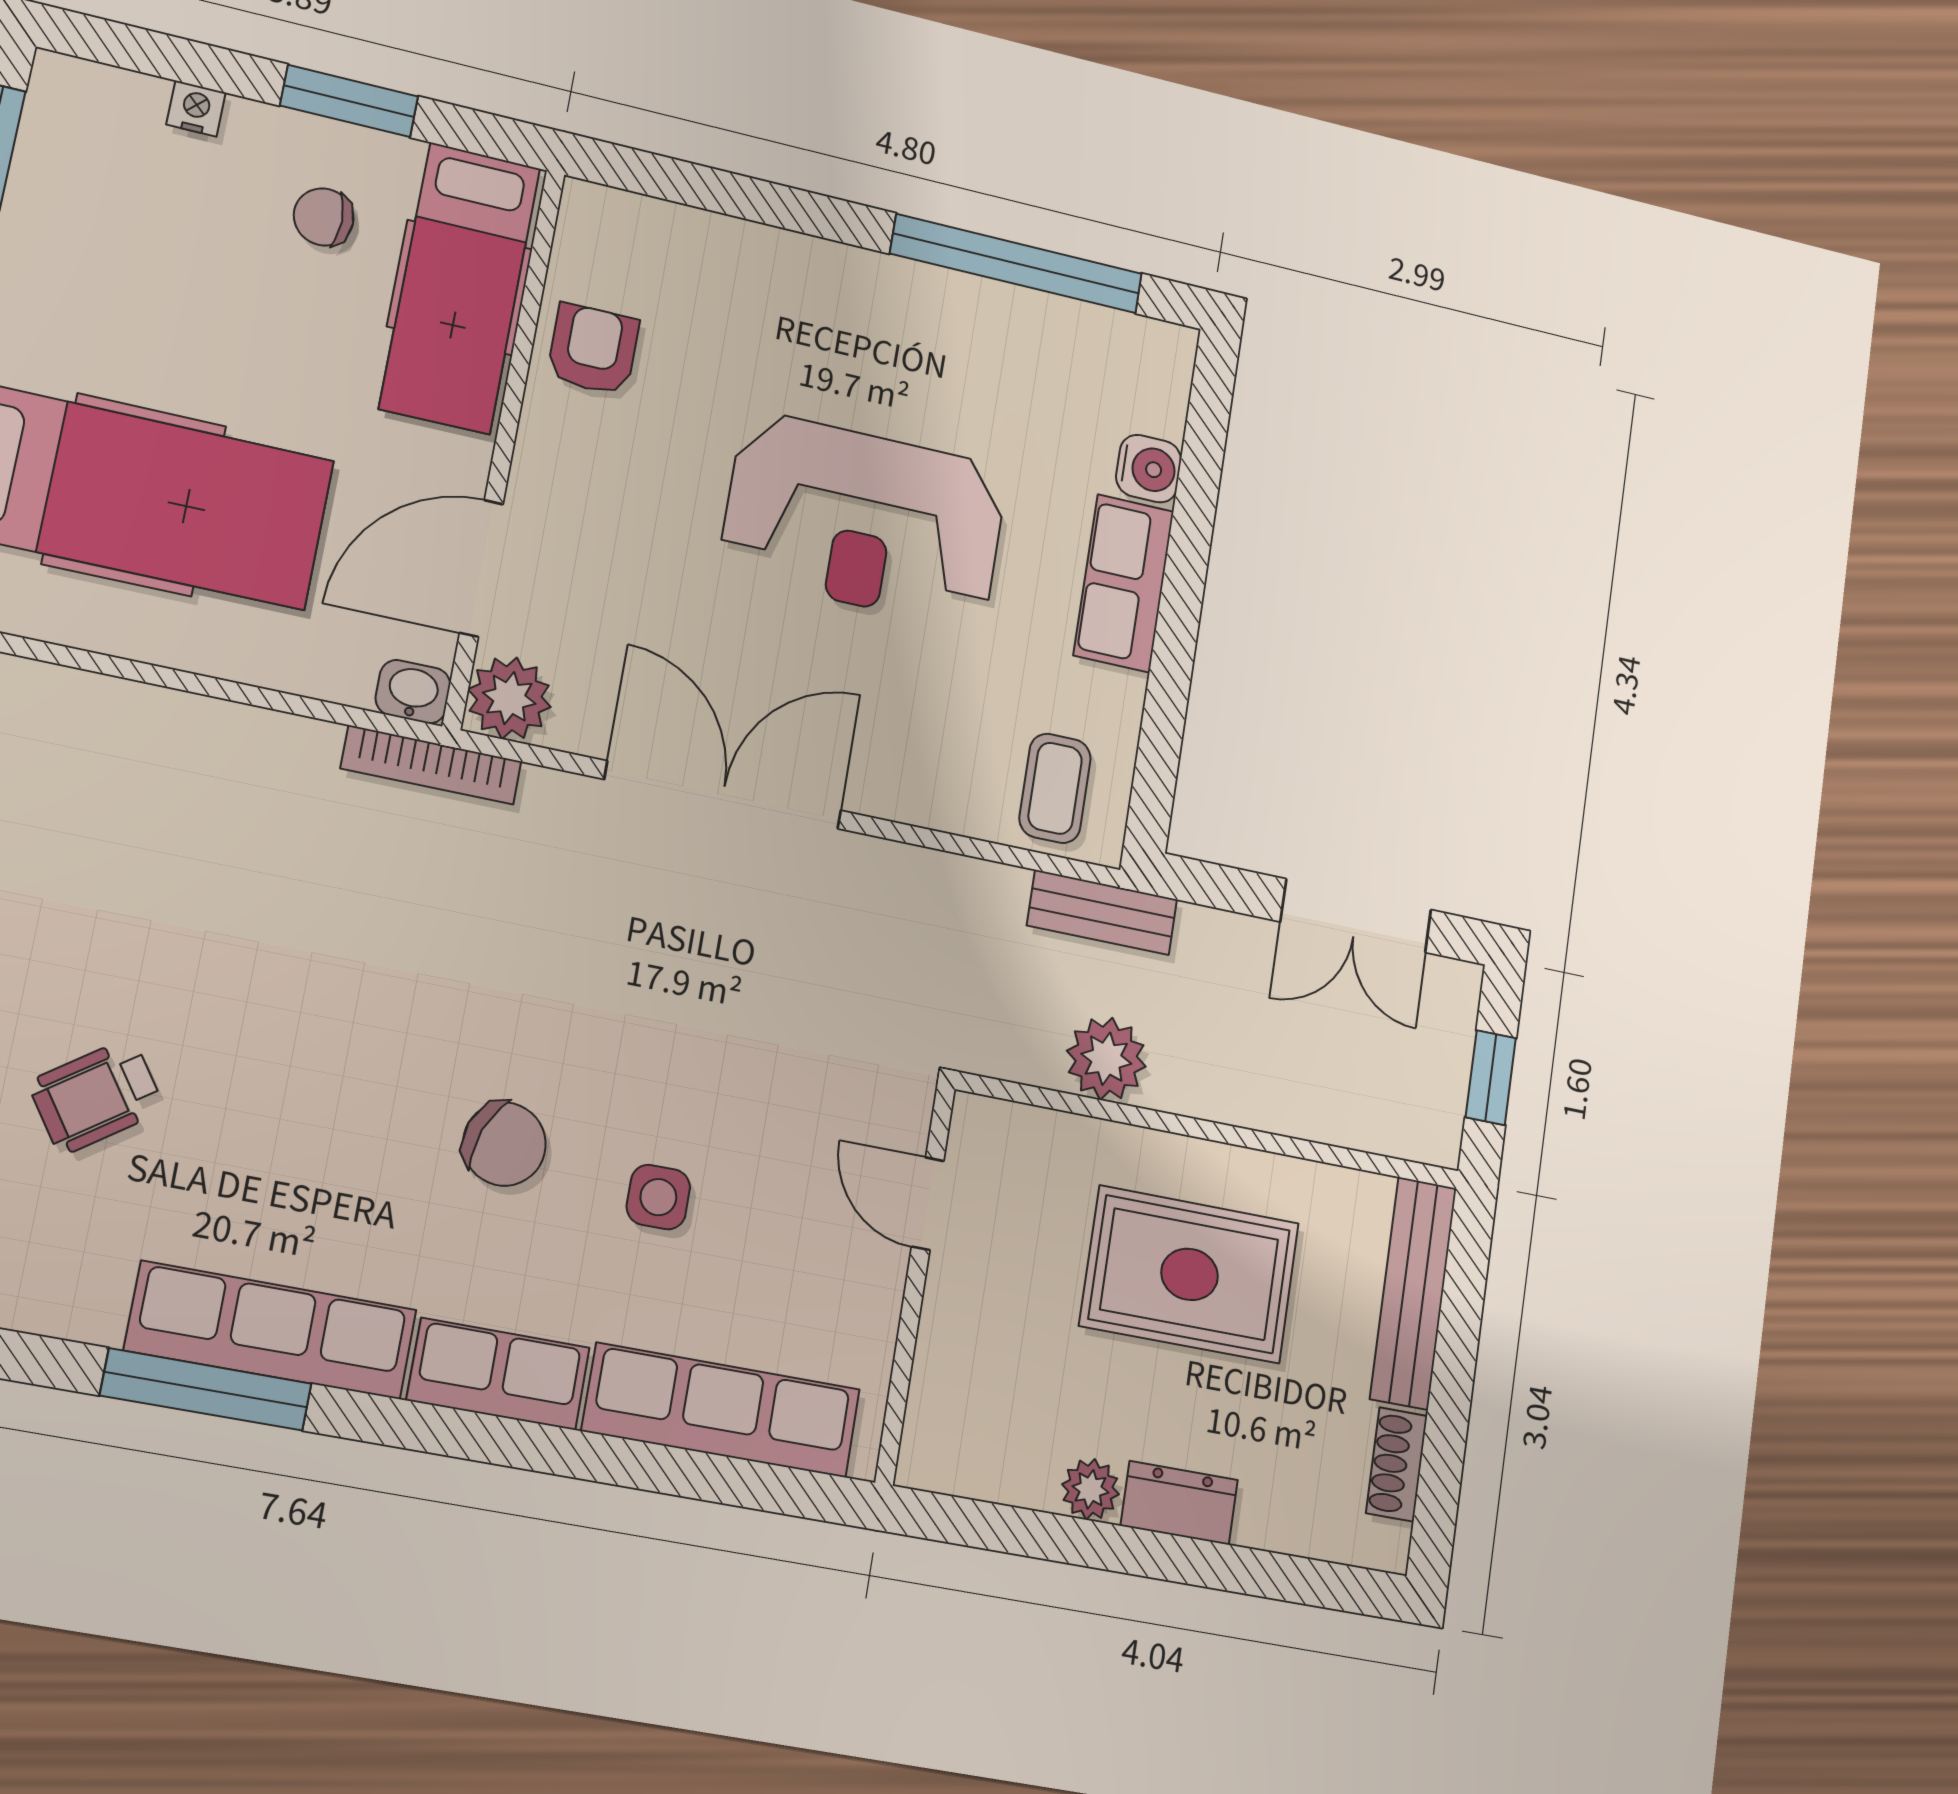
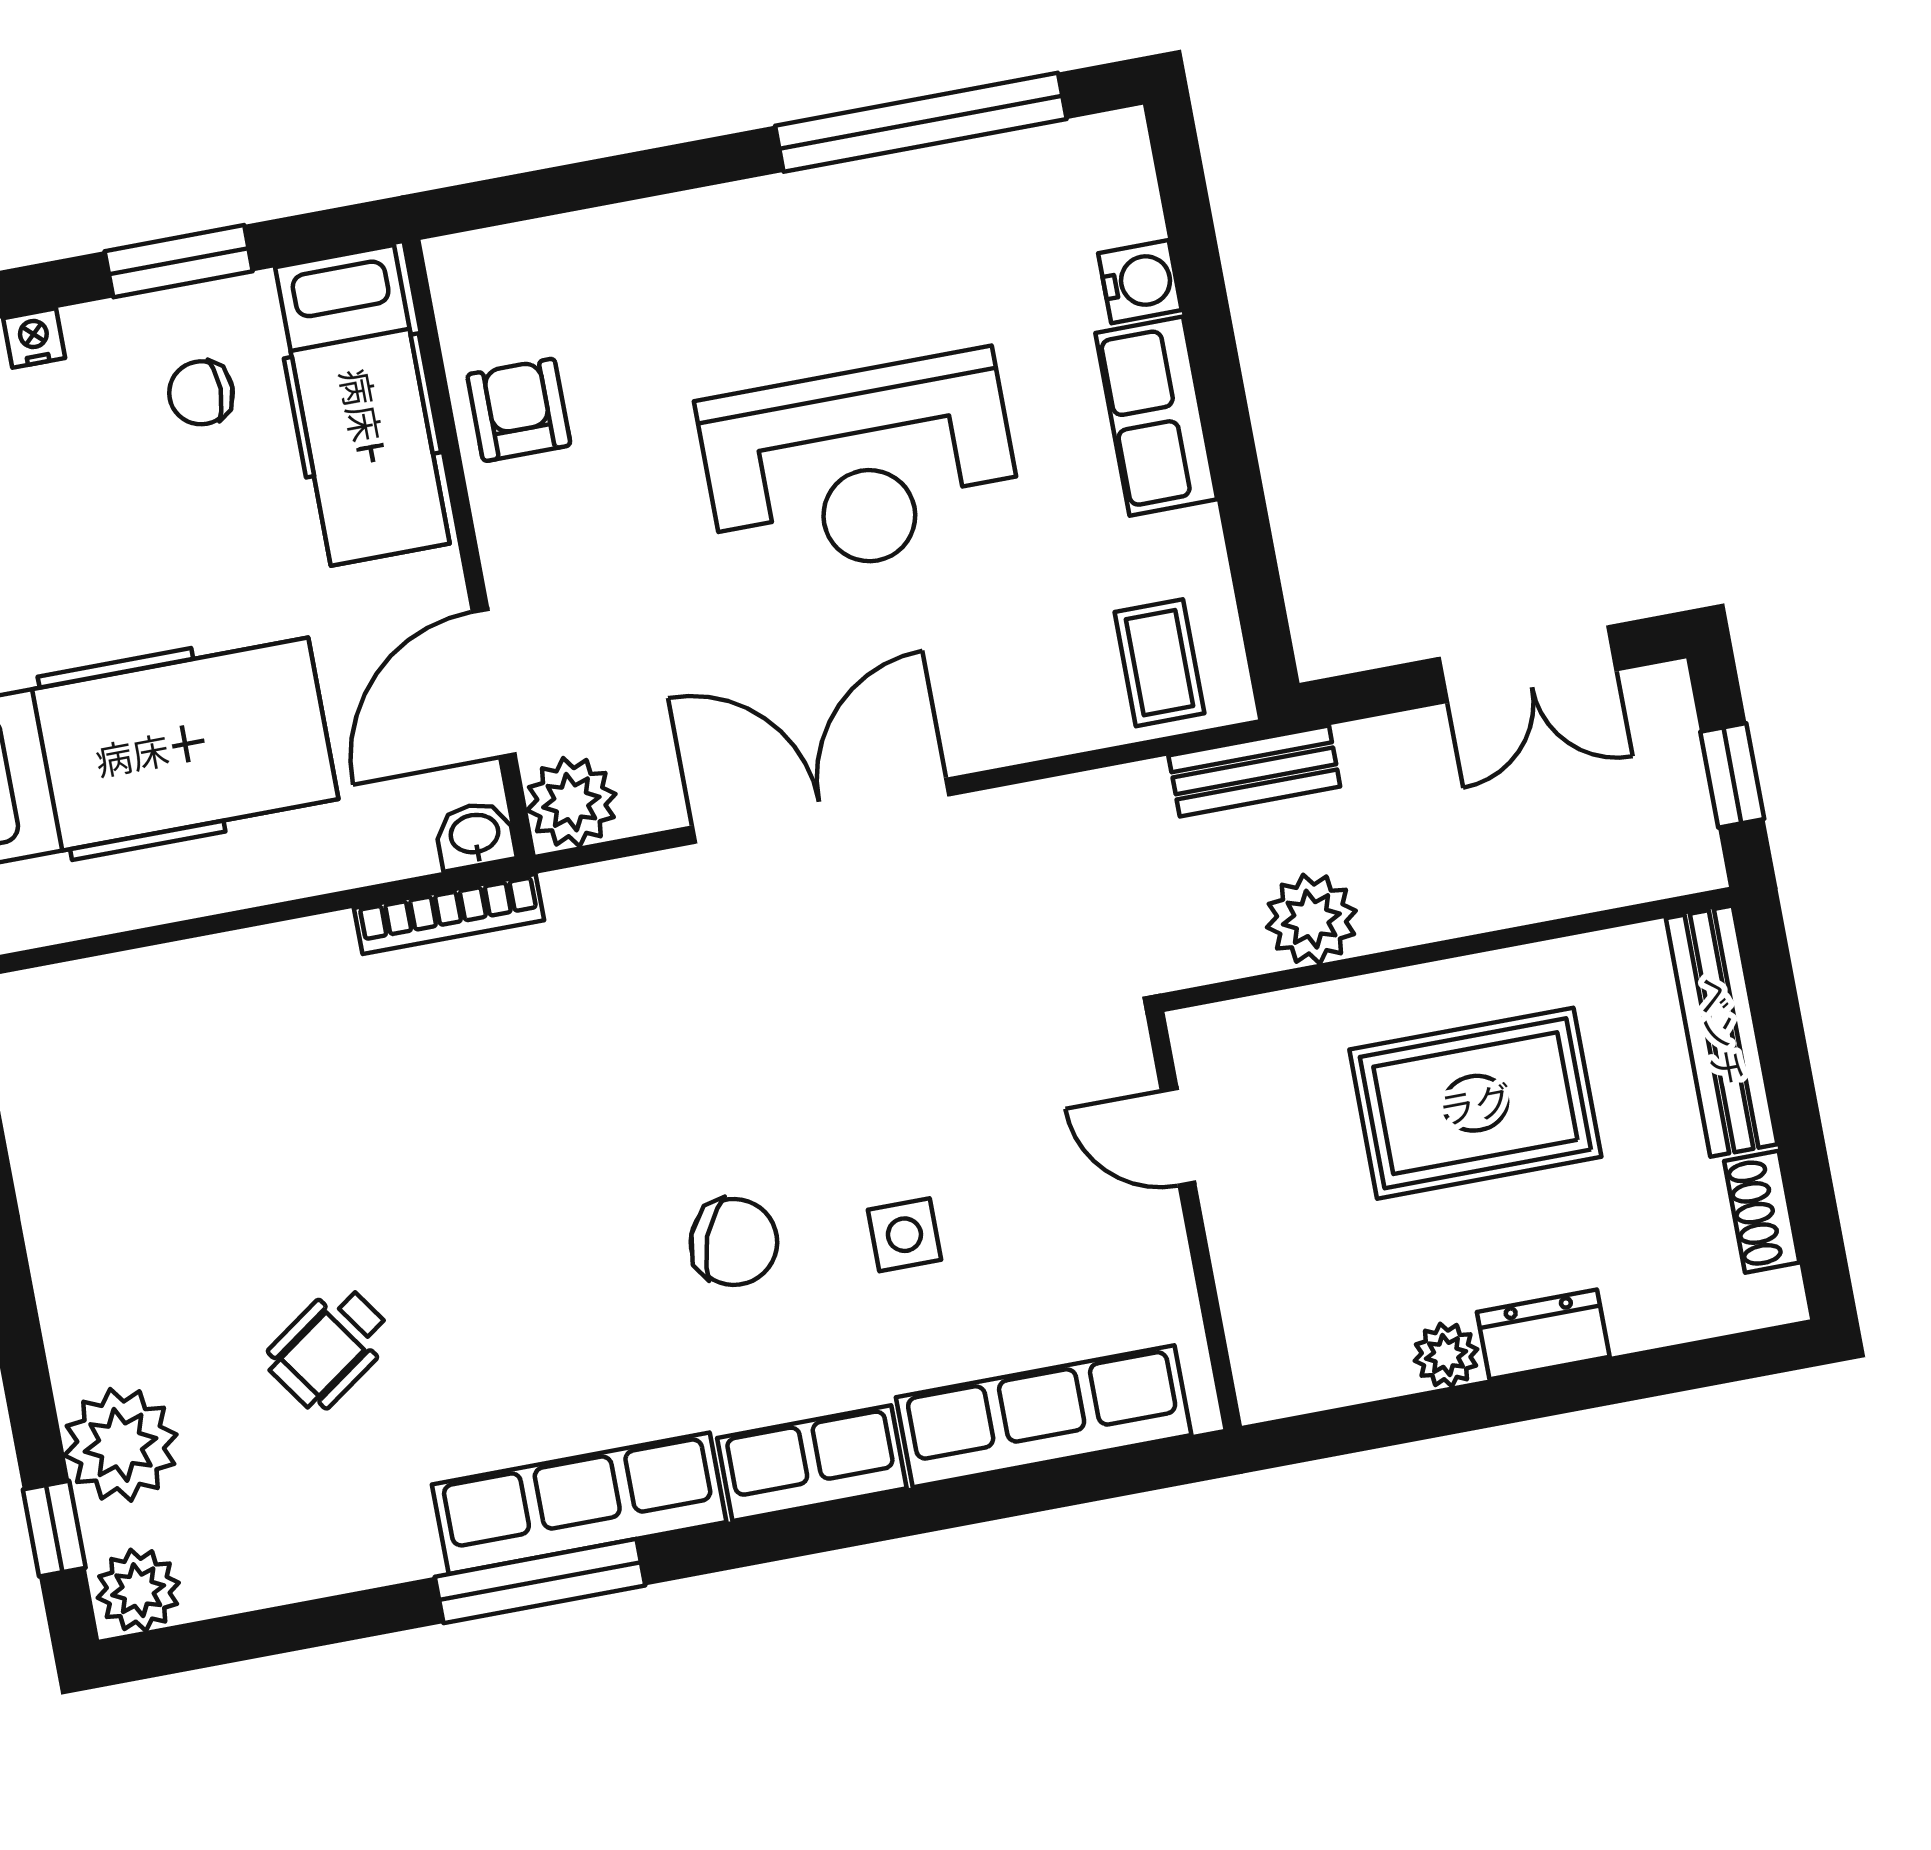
bookcase: (431, 765) -> (449, 914), moved

